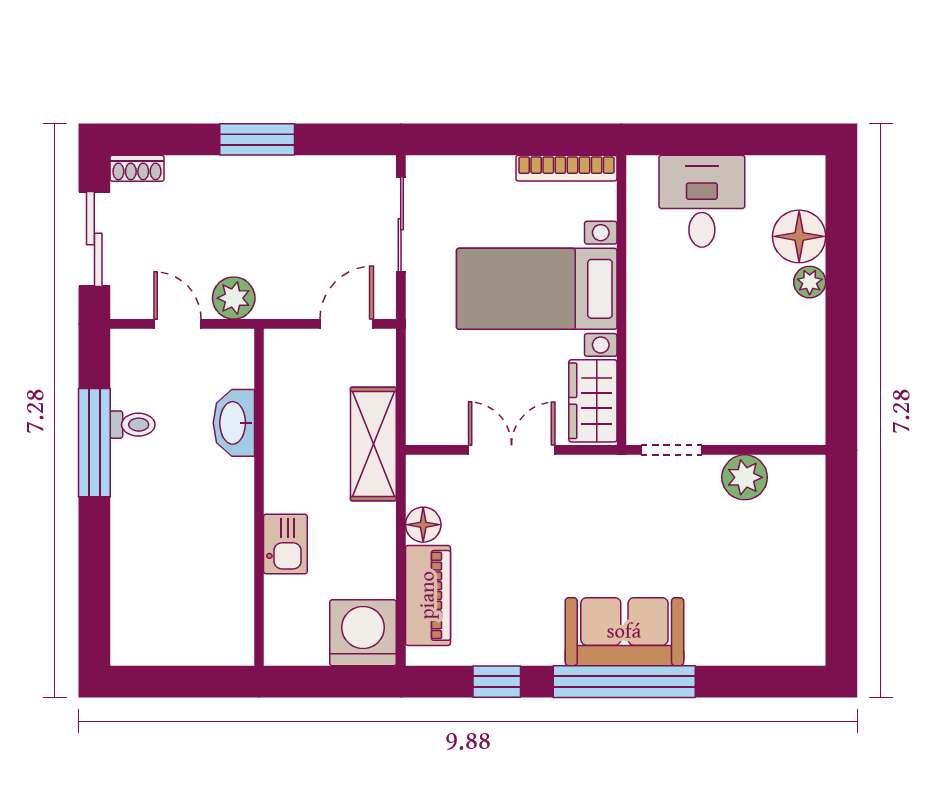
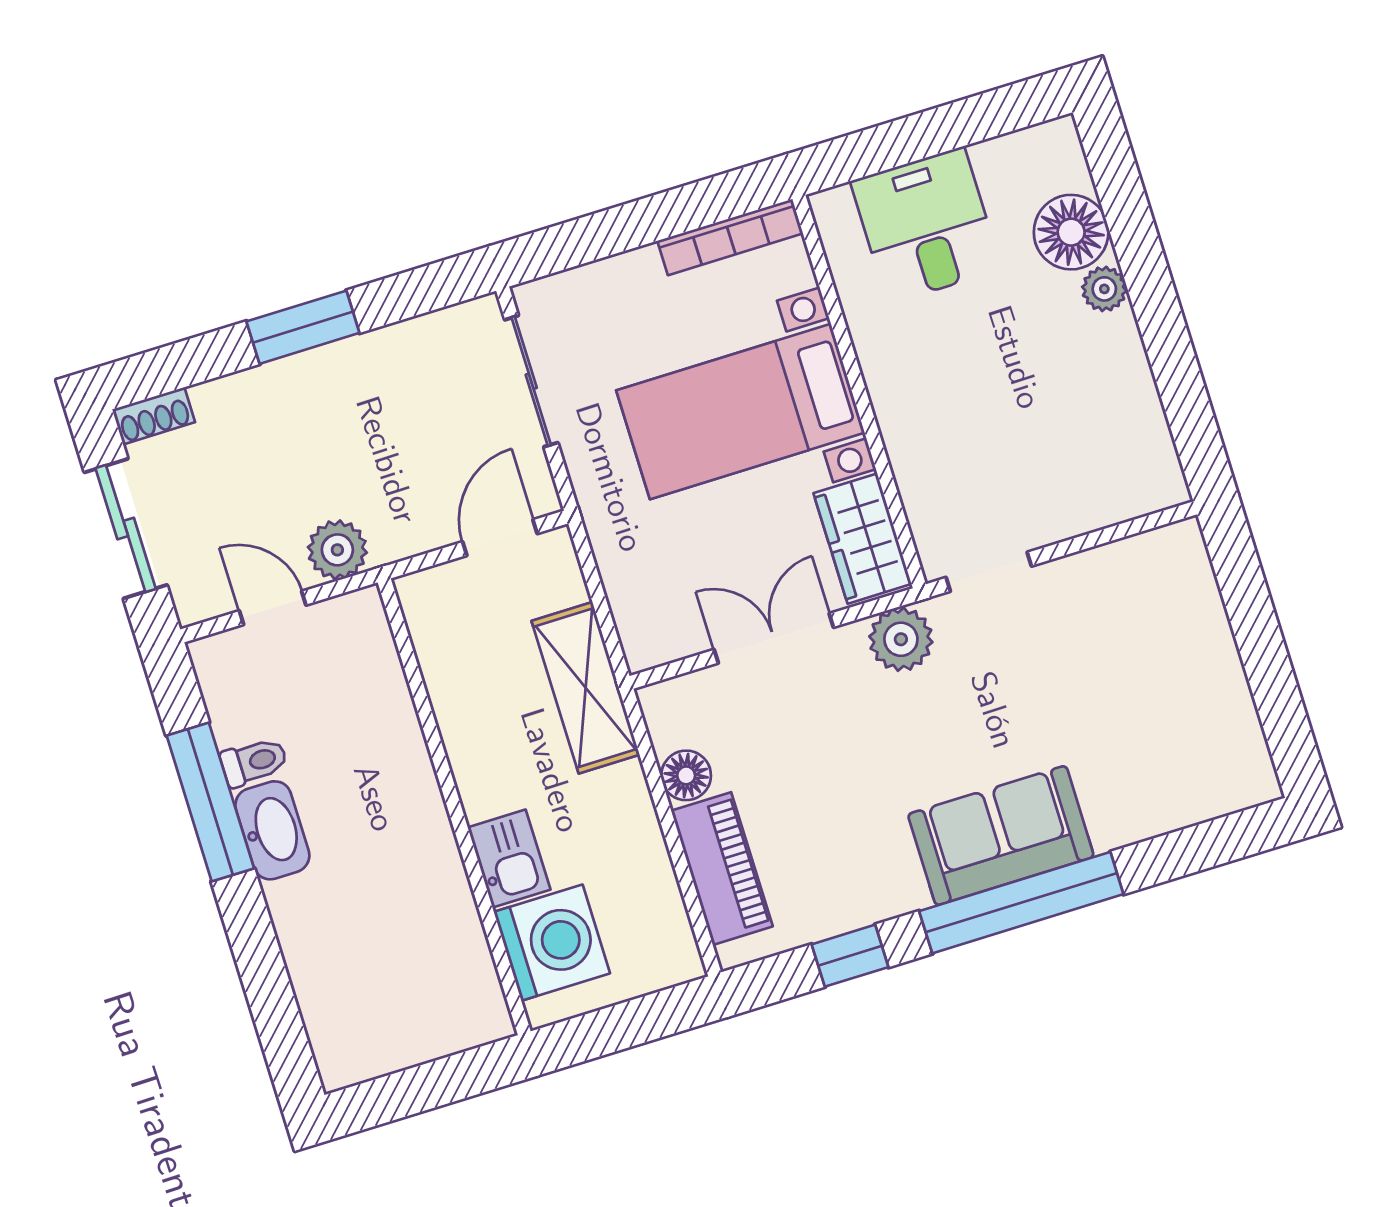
washbasin: (234, 423) -> (272, 830), moved, turned 180
plant: (745, 477) -> (901, 639), moved
washing machine: (363, 633) -> (552, 943), moved, turned 90

